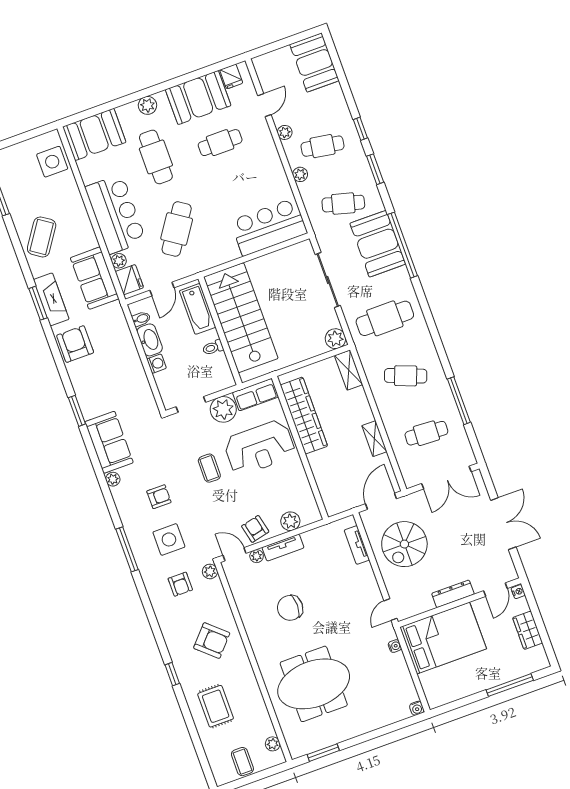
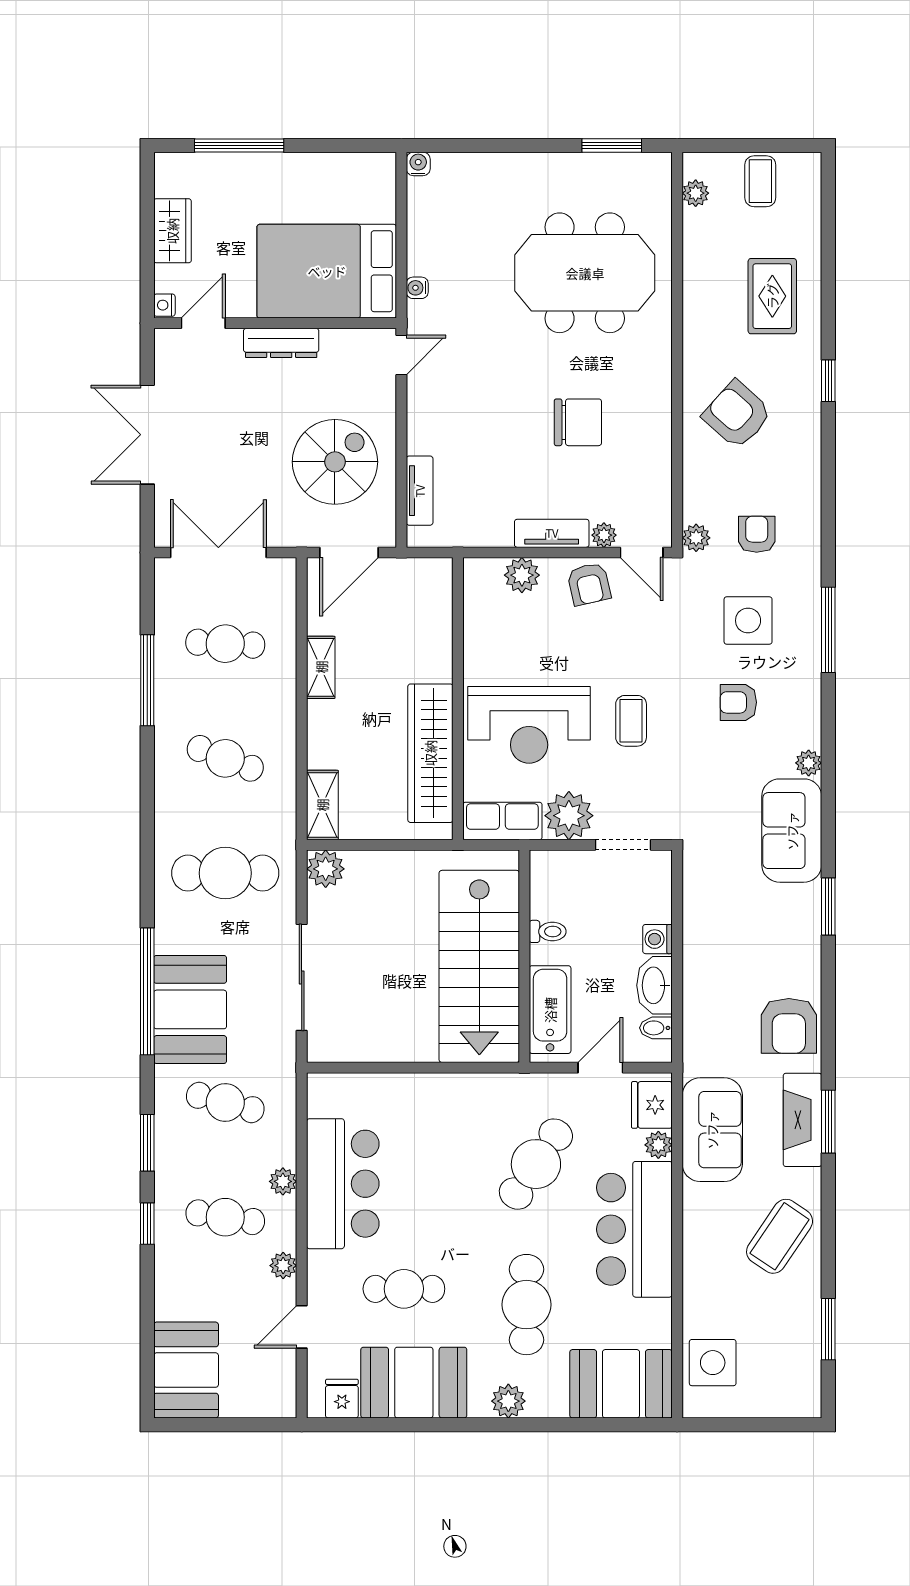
bar counter: (269, 227) -> (343, 1184), moved, turned -90
reception desk: (260, 448) -> (529, 725), turned 180

